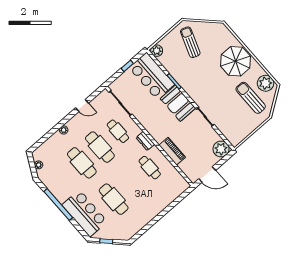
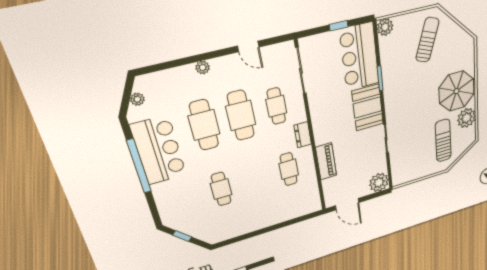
plant: (266, 83) -> (467, 118), moved
cafe table: (114, 199) -> (221, 189), width x0.73, depth x0.74
bar counter: (85, 213) -> (159, 150), moved

